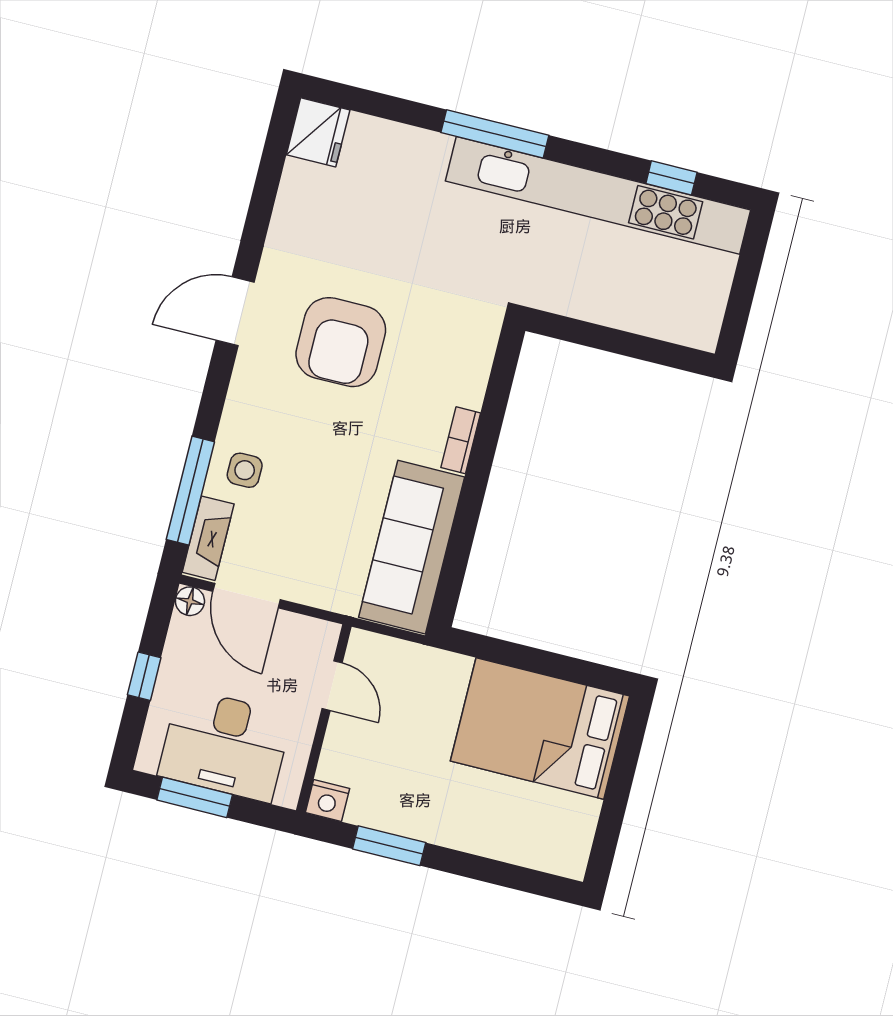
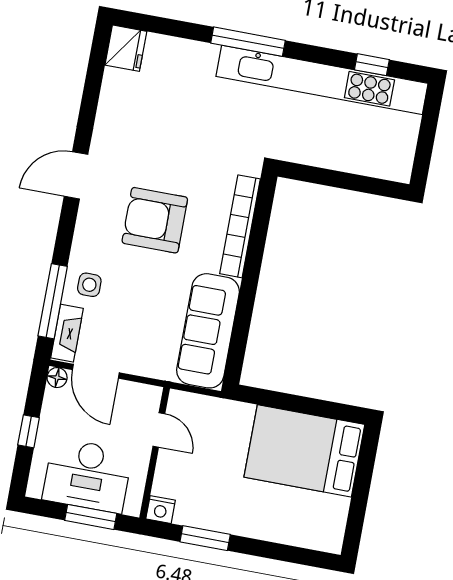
armchair: (341, 342) -> (155, 220), moved, turned 90
bookcase: (461, 440) -> (240, 226), width x2.31, depth x1.31
window: (195, 797) -> (91, 517), moved

